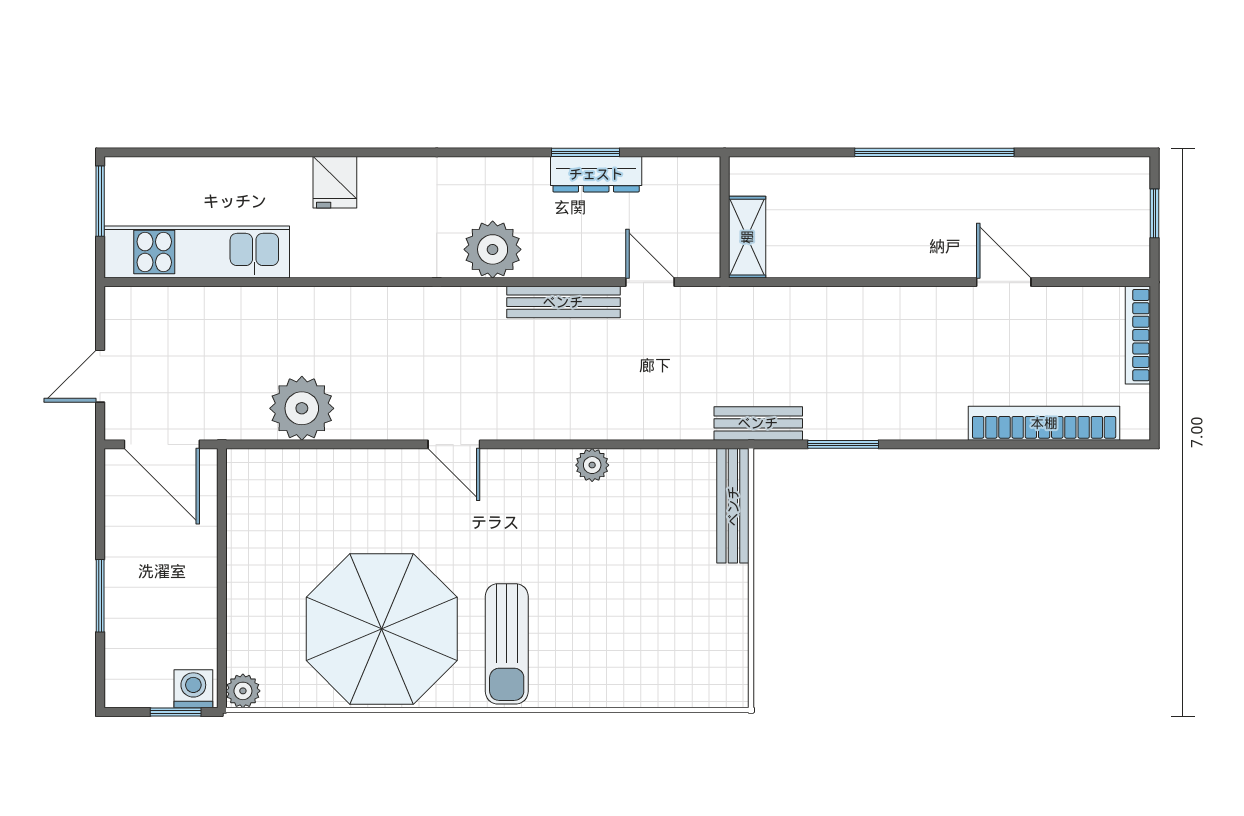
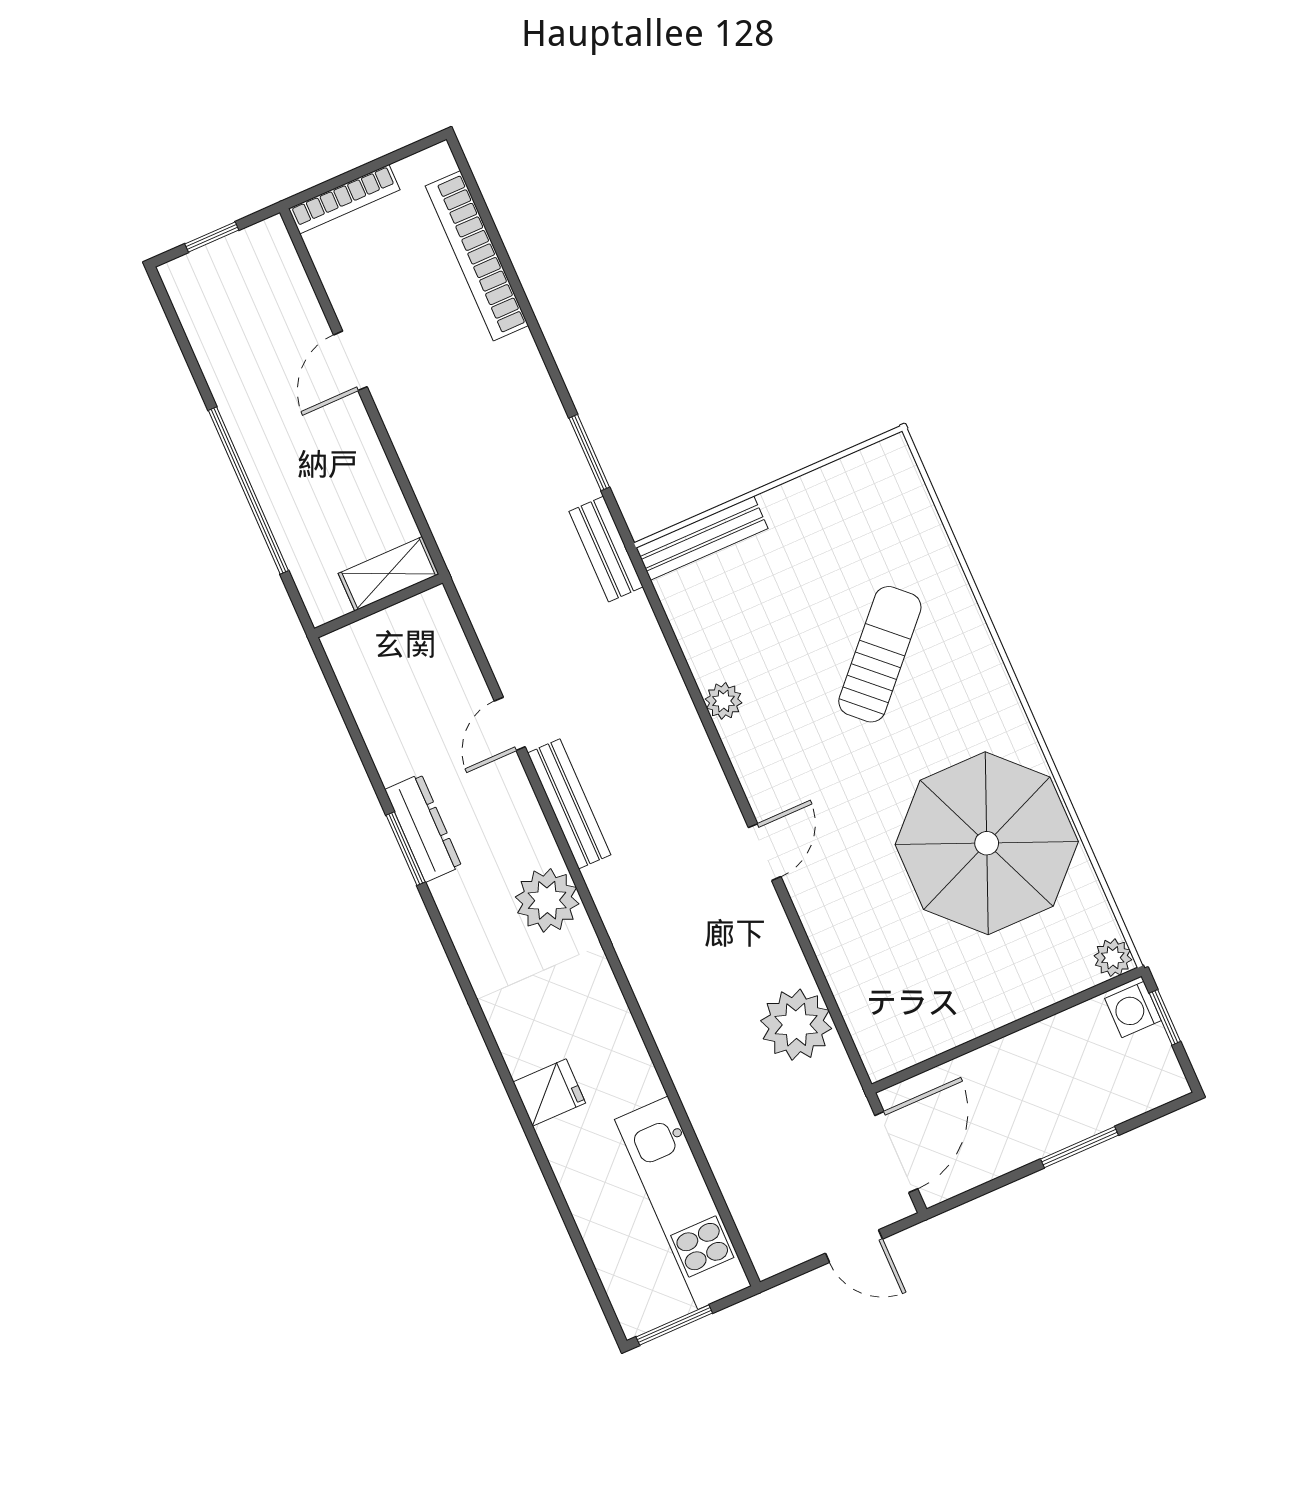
wall: (725, 217) -> (378, 606), moved
shelving: (747, 237) -> (389, 574), moved
sun lounger: (507, 644) -> (880, 654), moved, turned -47

